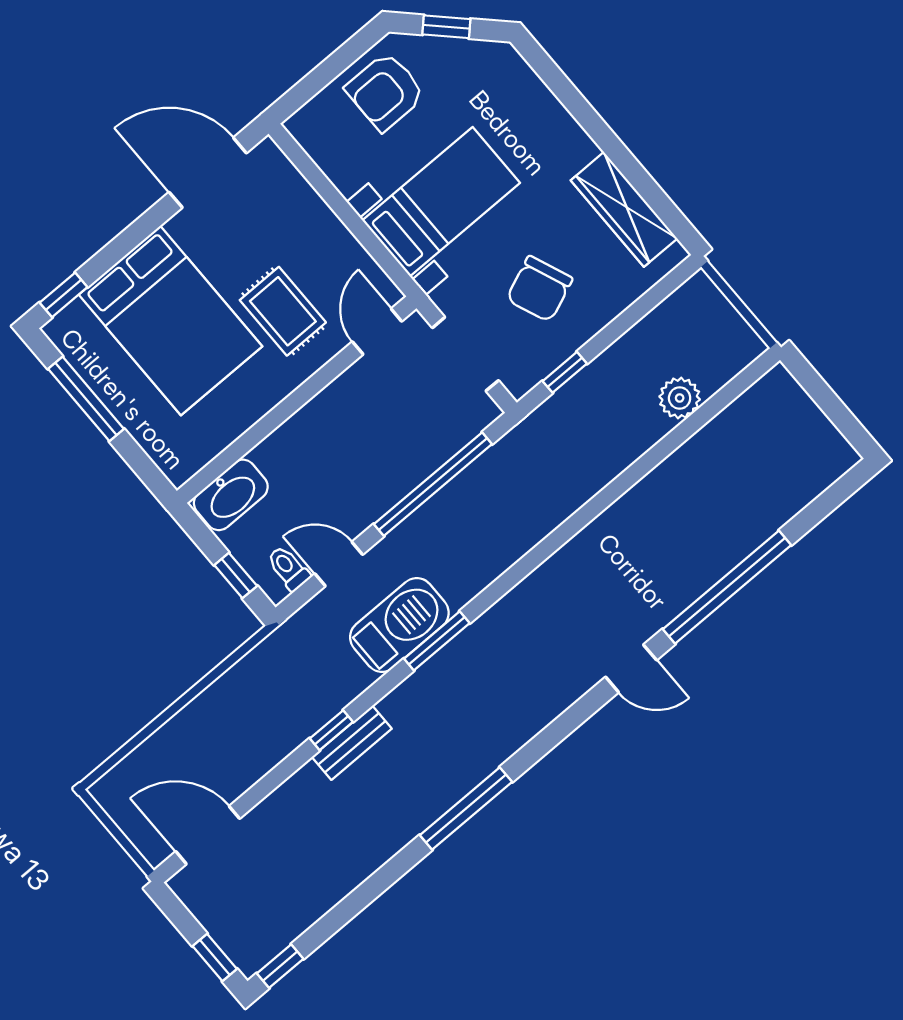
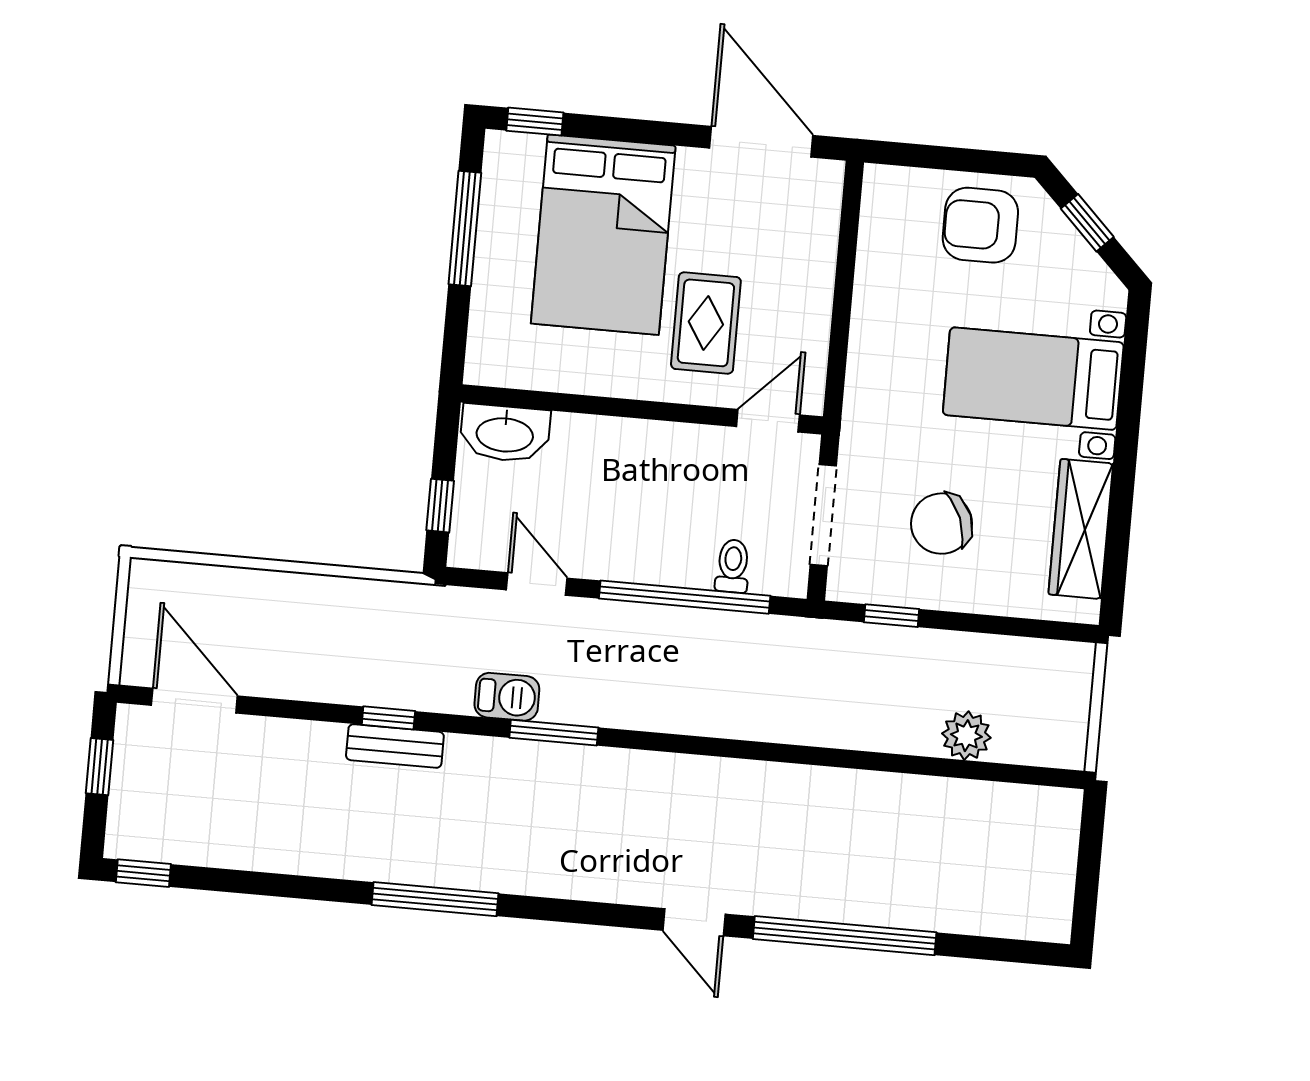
bed with nightstands: (441, 202) -> (1033, 379), moved, turned 180
toilet: (288, 568) -> (733, 566), moved
barbecue: (399, 625) -> (507, 697), width x0.53, depth x0.65
window: (215, 957) -> (99, 767), moved

